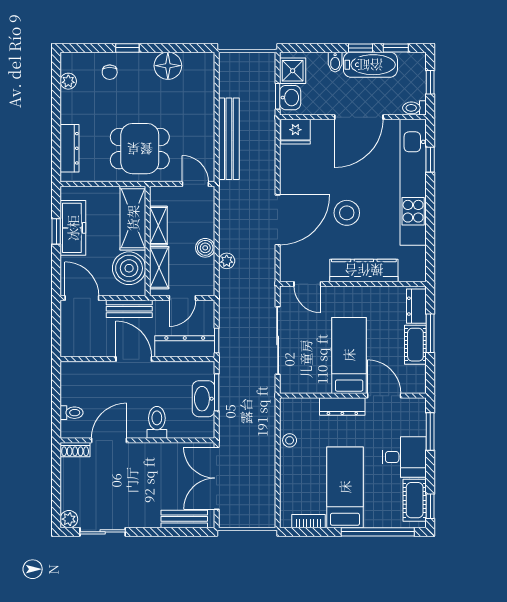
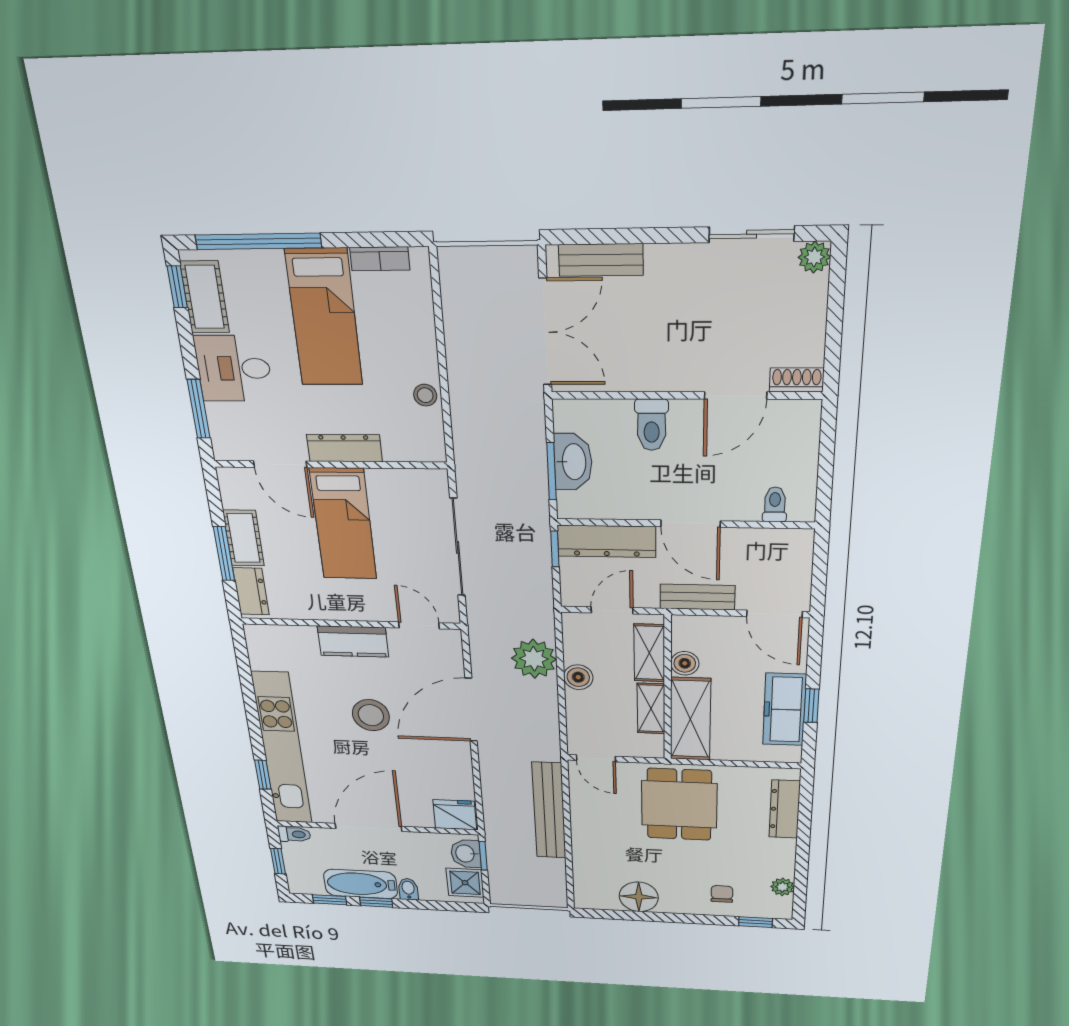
window: (127, 48) -> (755, 922), moved
dining table: (140, 149) -> (679, 804), turned 90
plant: (227, 261) -> (534, 659), width x1.88, depth x1.88
boiler: (129, 268) -> (685, 663), width x0.54, depth x0.54
kitchen counter: (364, 270) -> (353, 641), width x0.67
toilet: (72, 413) -> (775, 504), moved, turned 90

